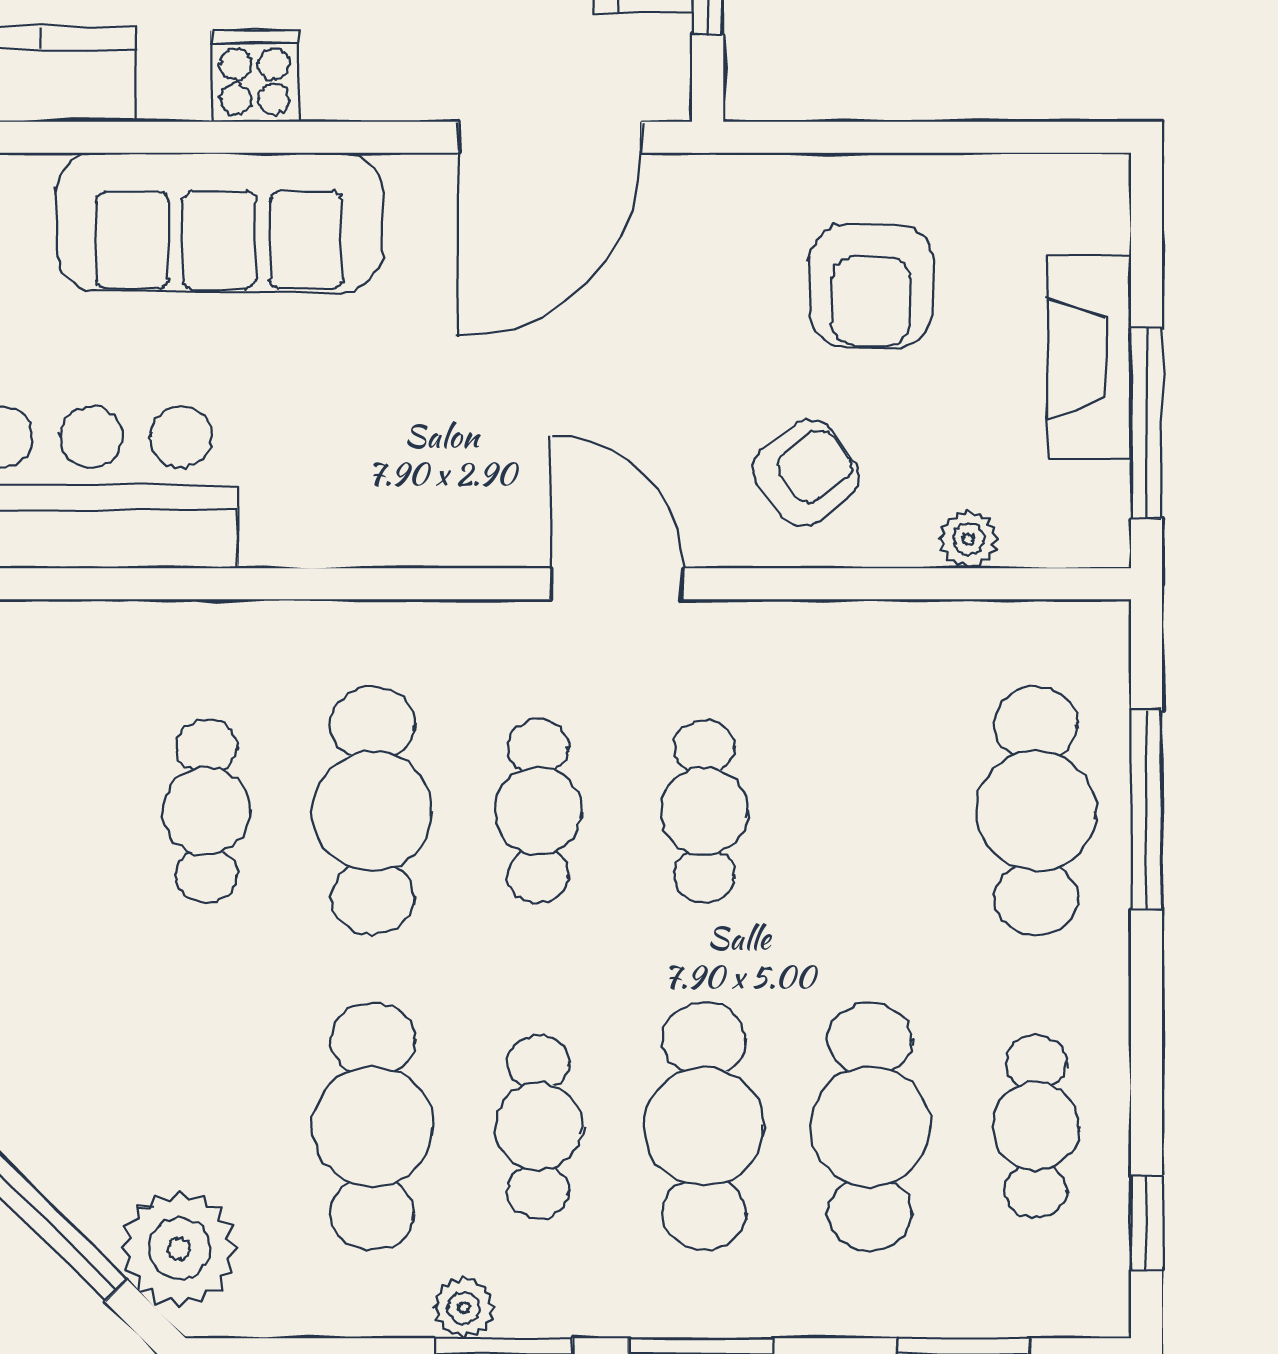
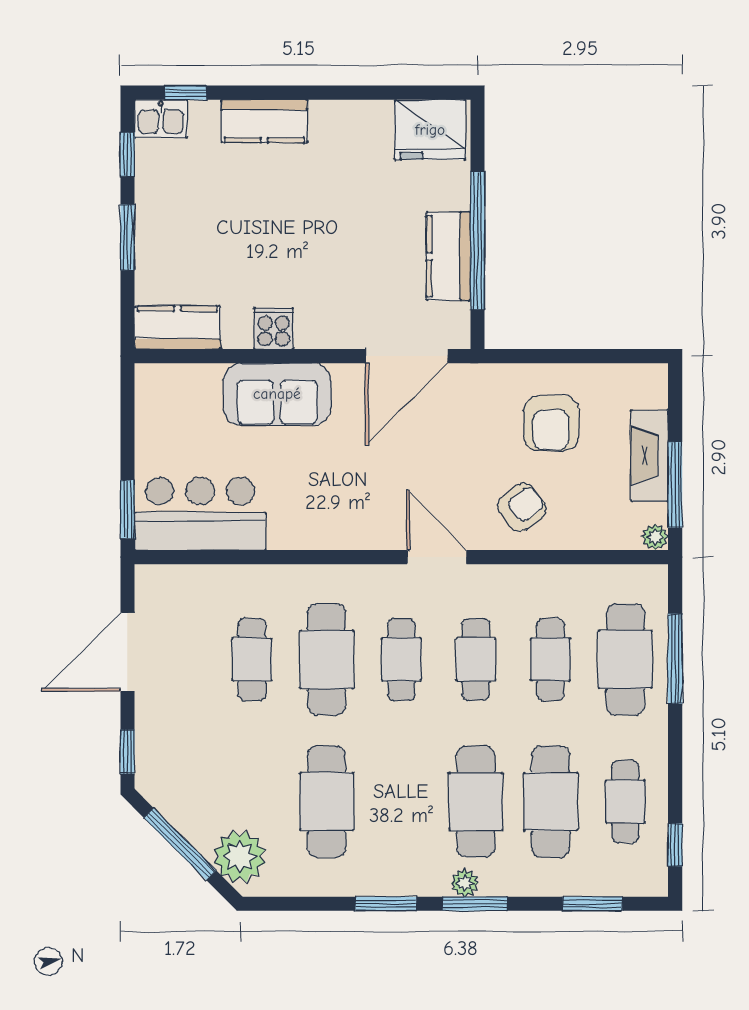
sofa: (219, 222) -> (277, 394), width x0.73
plant: (968, 539) -> (655, 537), moved
cafe table: (538, 1126) -> (551, 659), moved
plant: (464, 1308) -> (465, 883), moved

